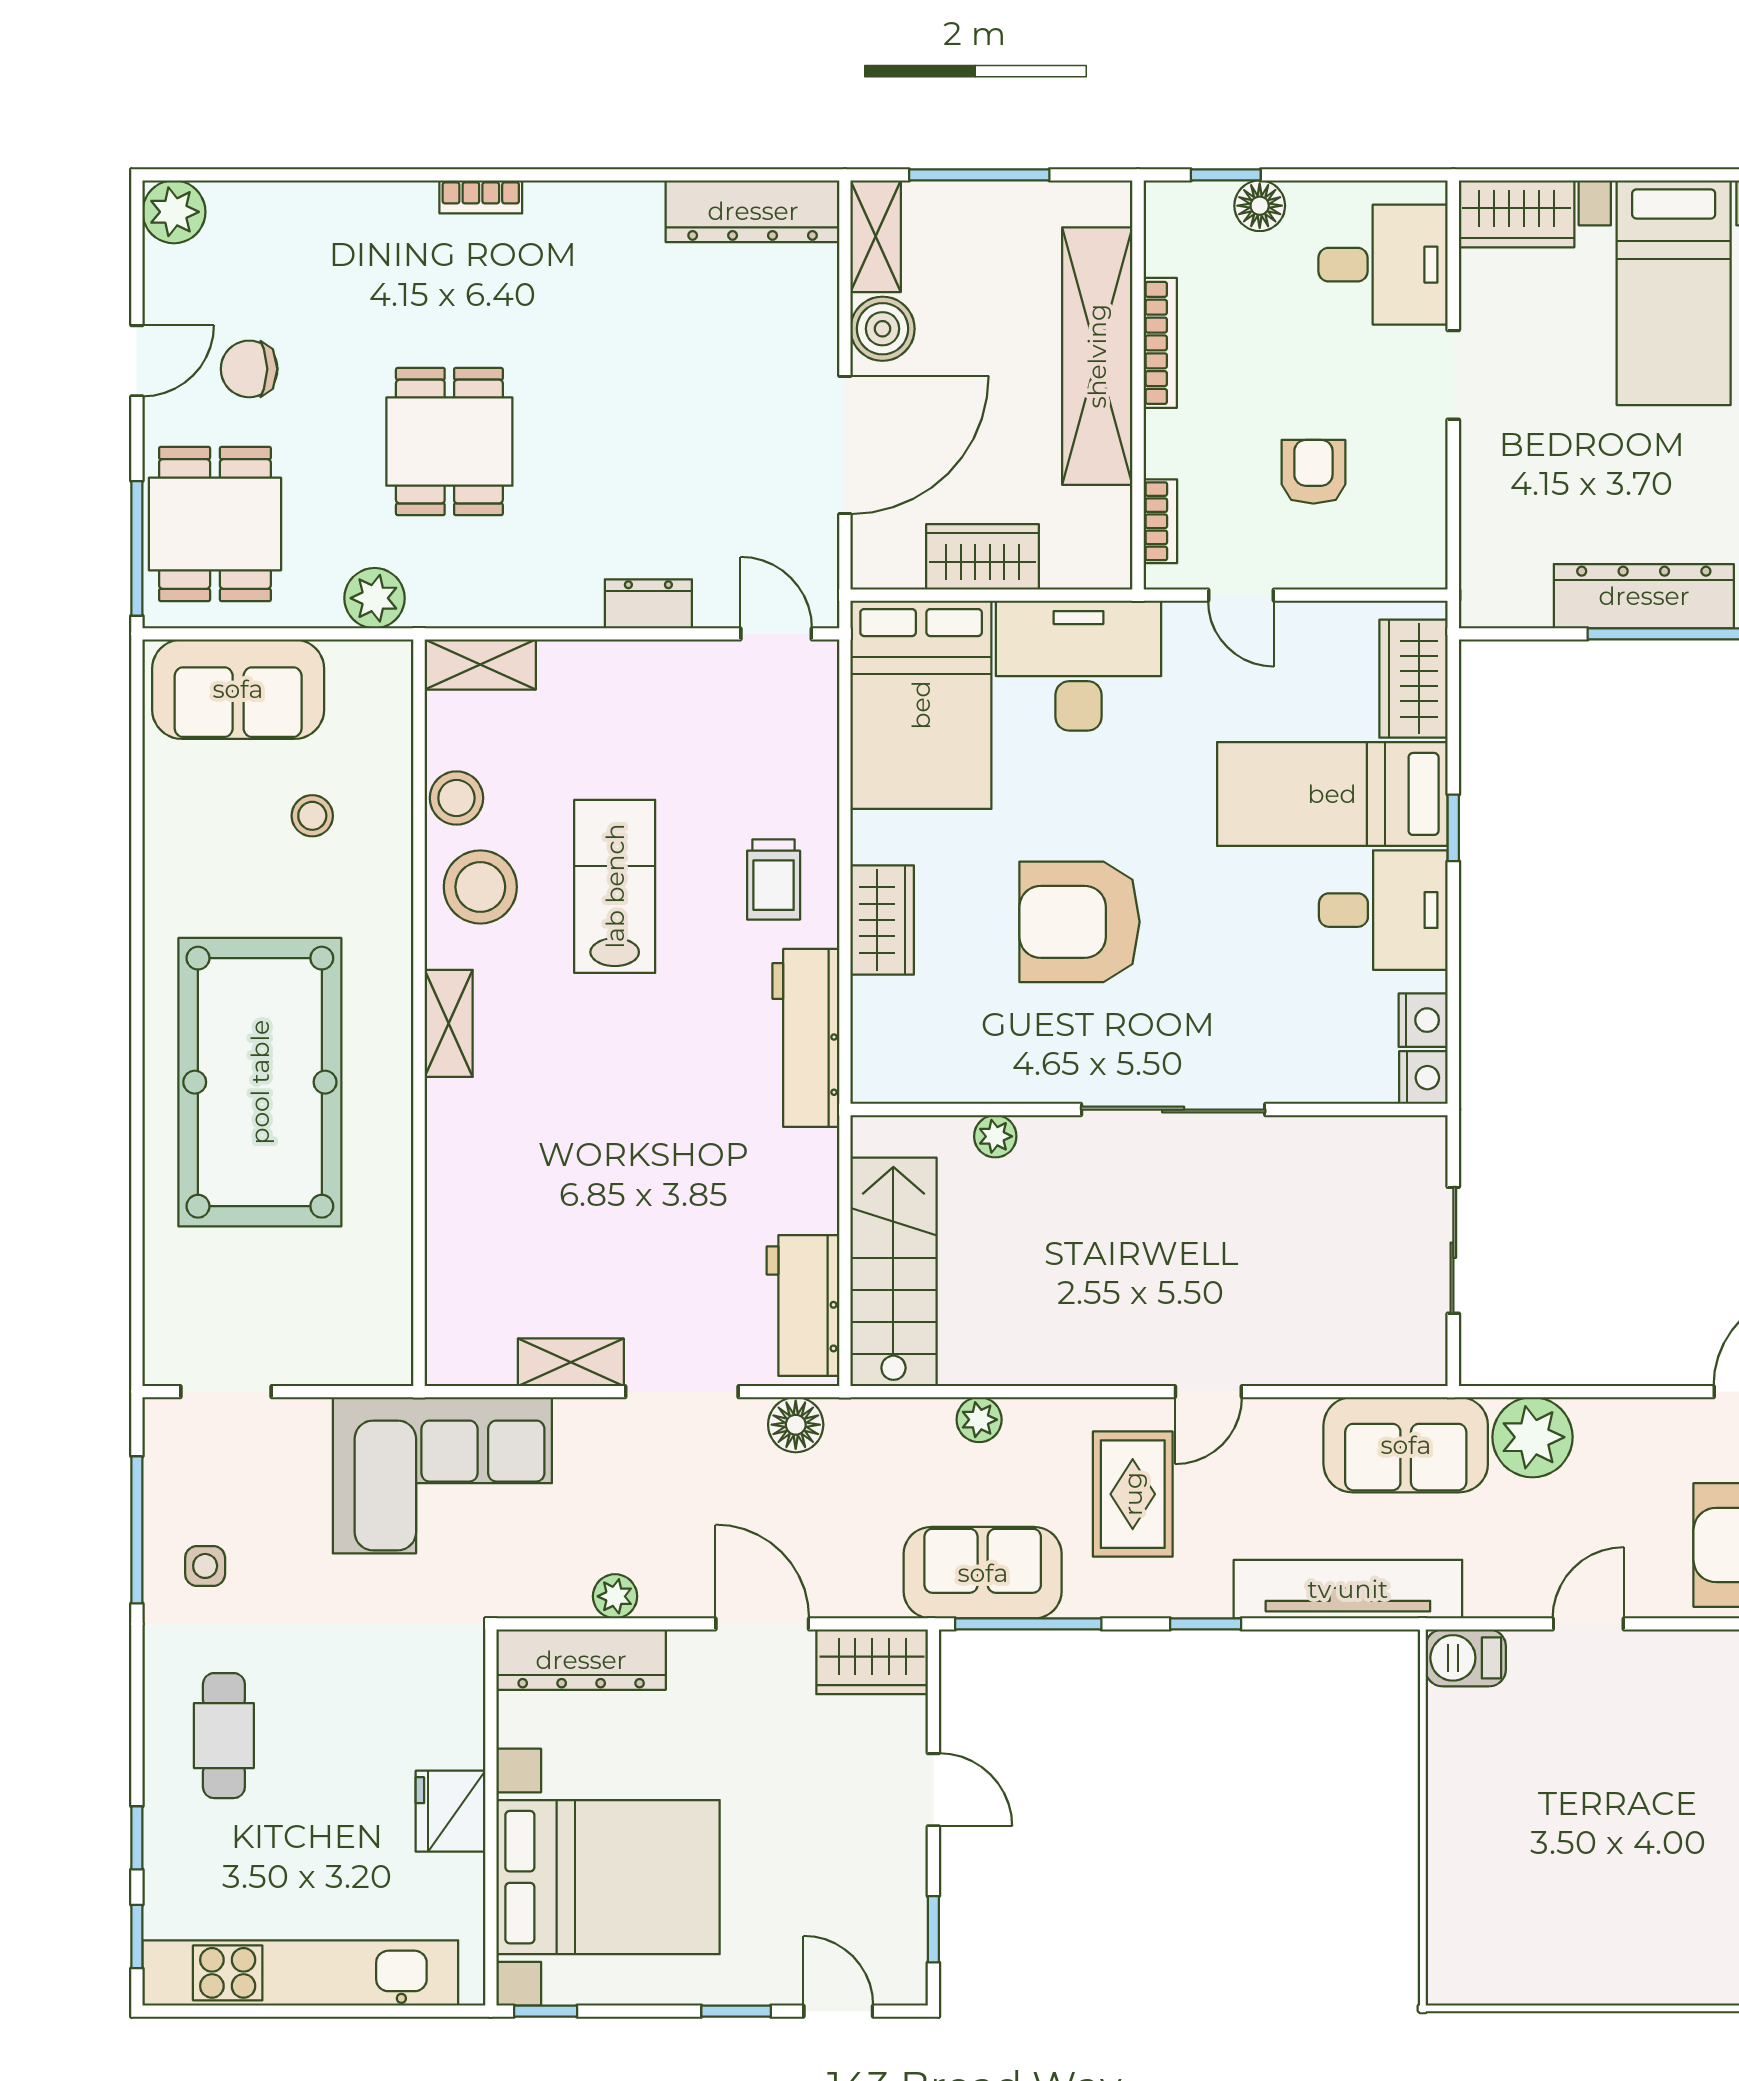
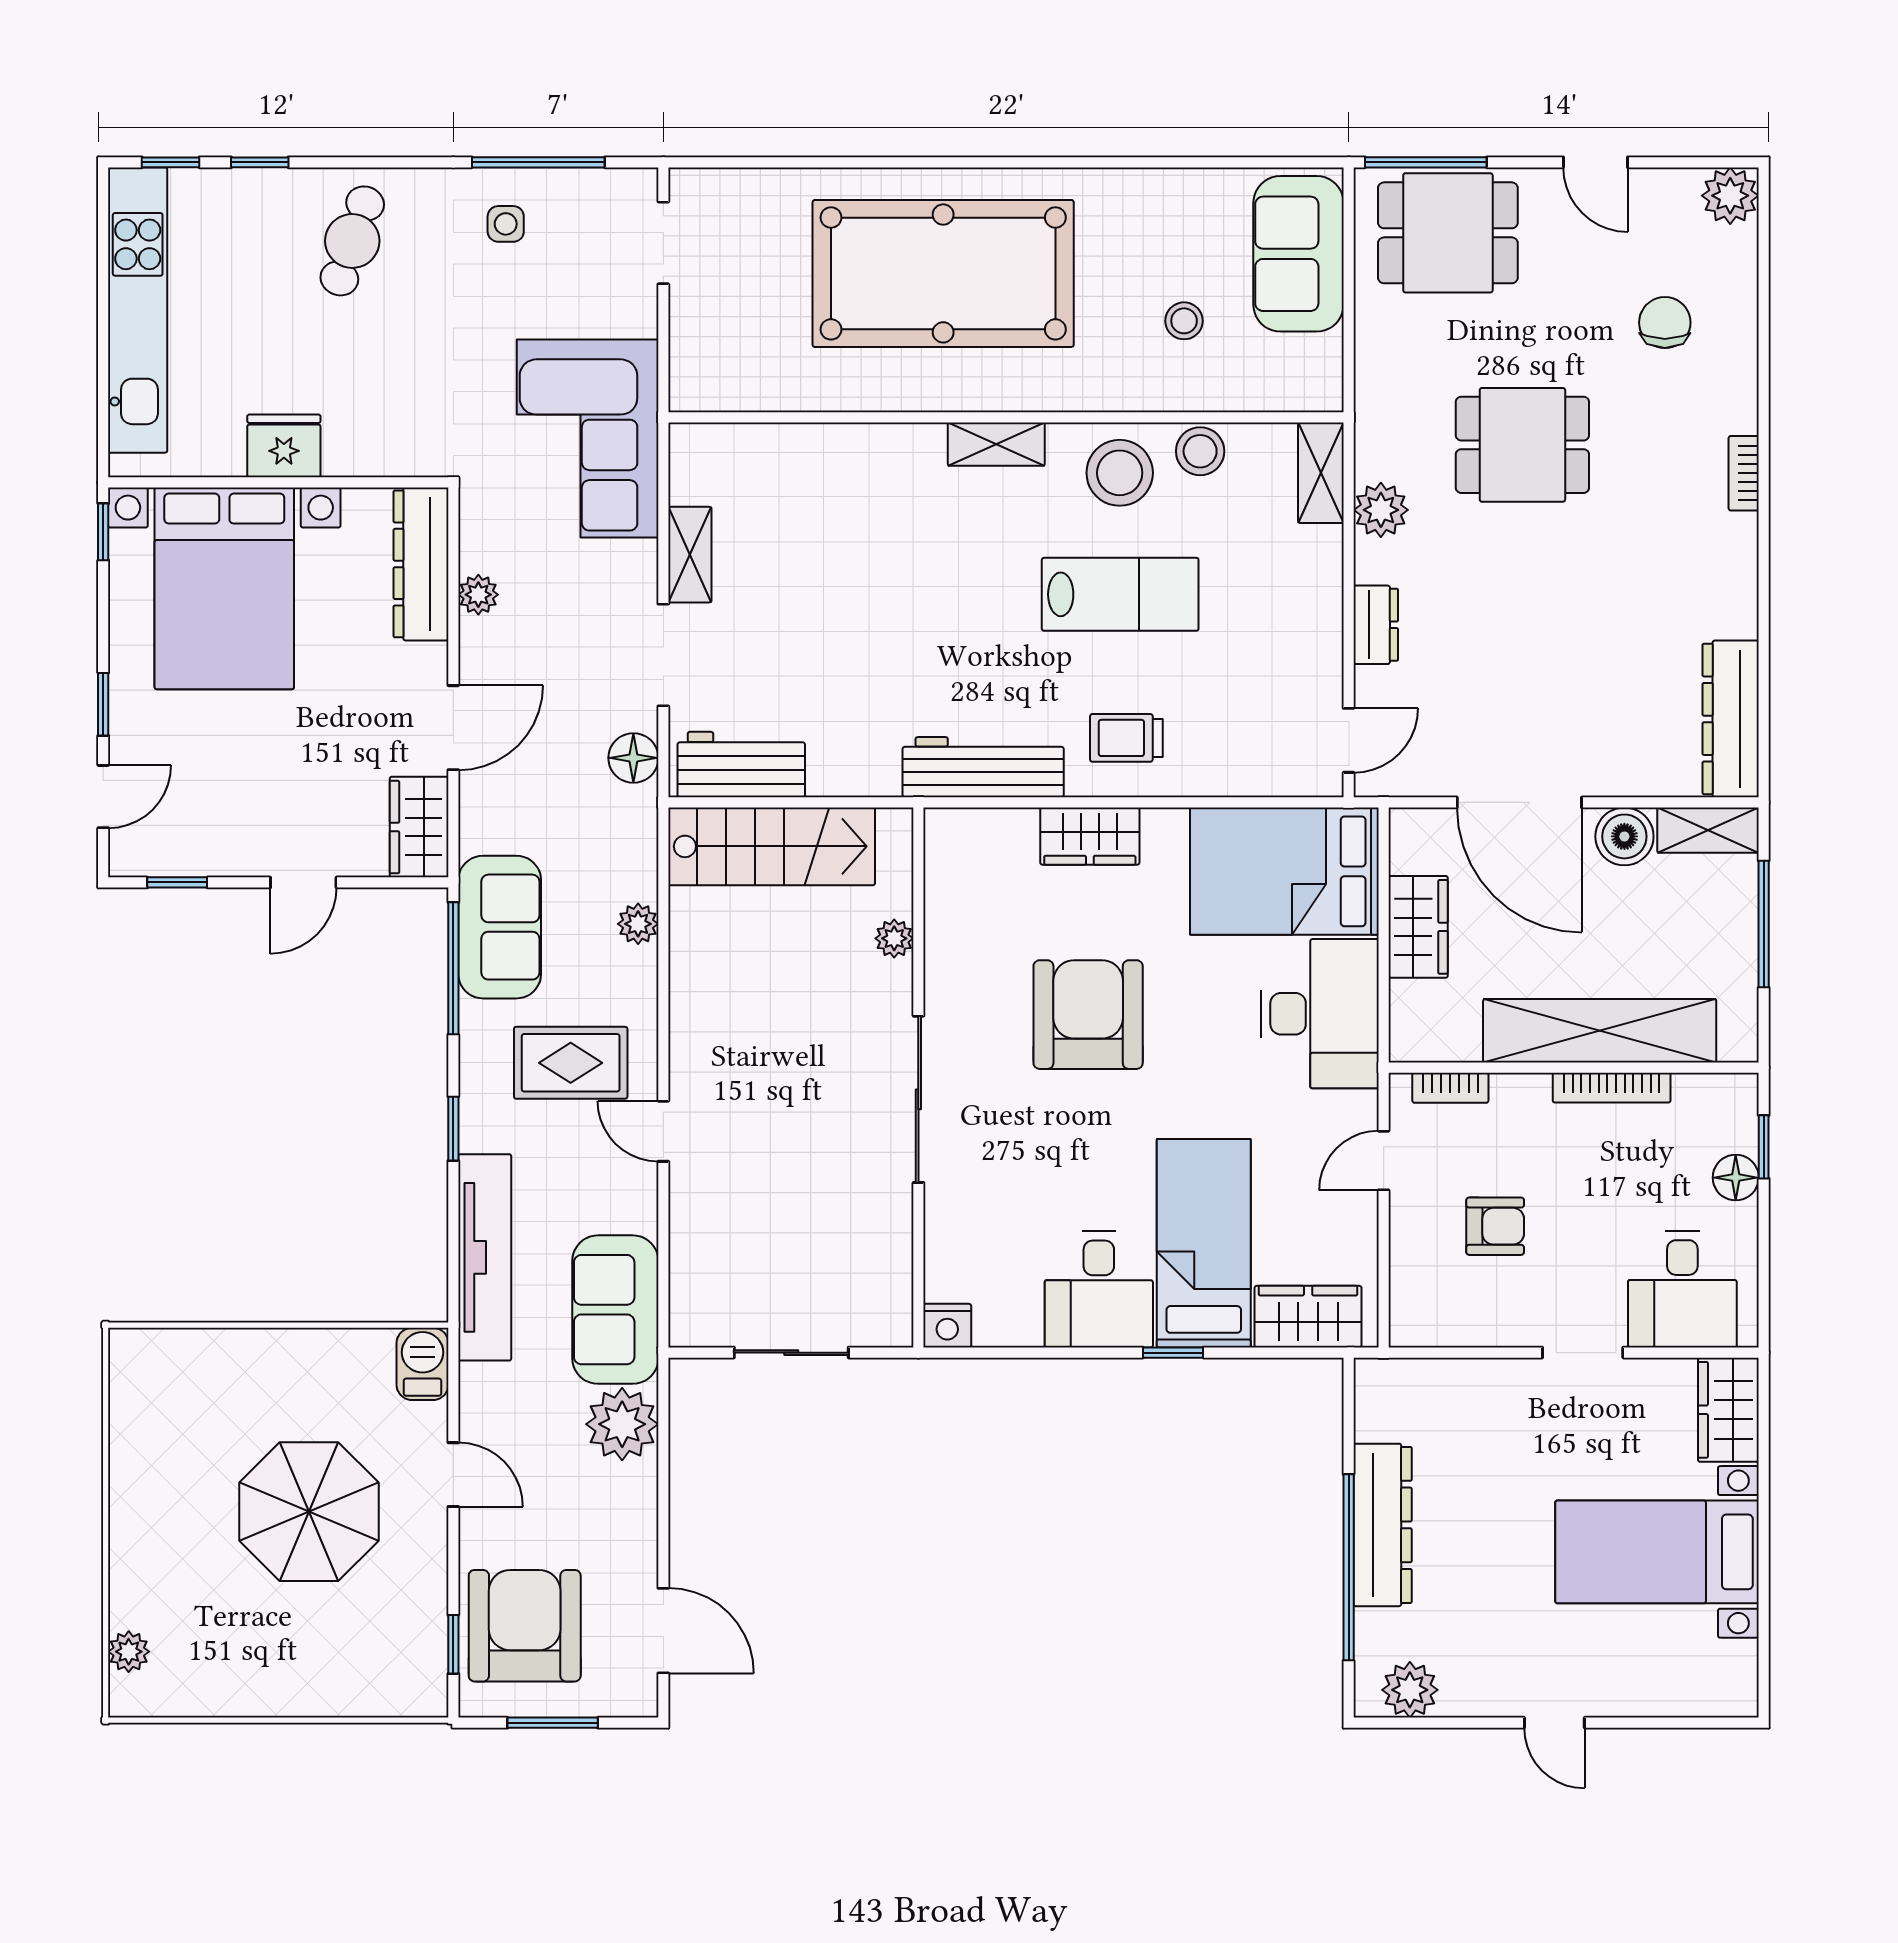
chair: (249, 369) -> (1665, 323), moved
plant: (375, 598) -> (1381, 510), moved
nightstand: (1423, 1020) -> (999, 1325), removed
cafe table: (224, 1736) -> (352, 241), turned -71
parasol: (1629, 1784) -> (309, 1512), added

